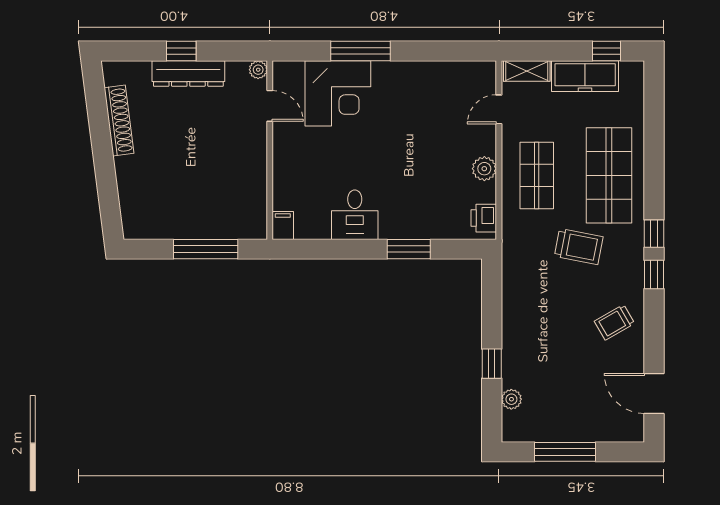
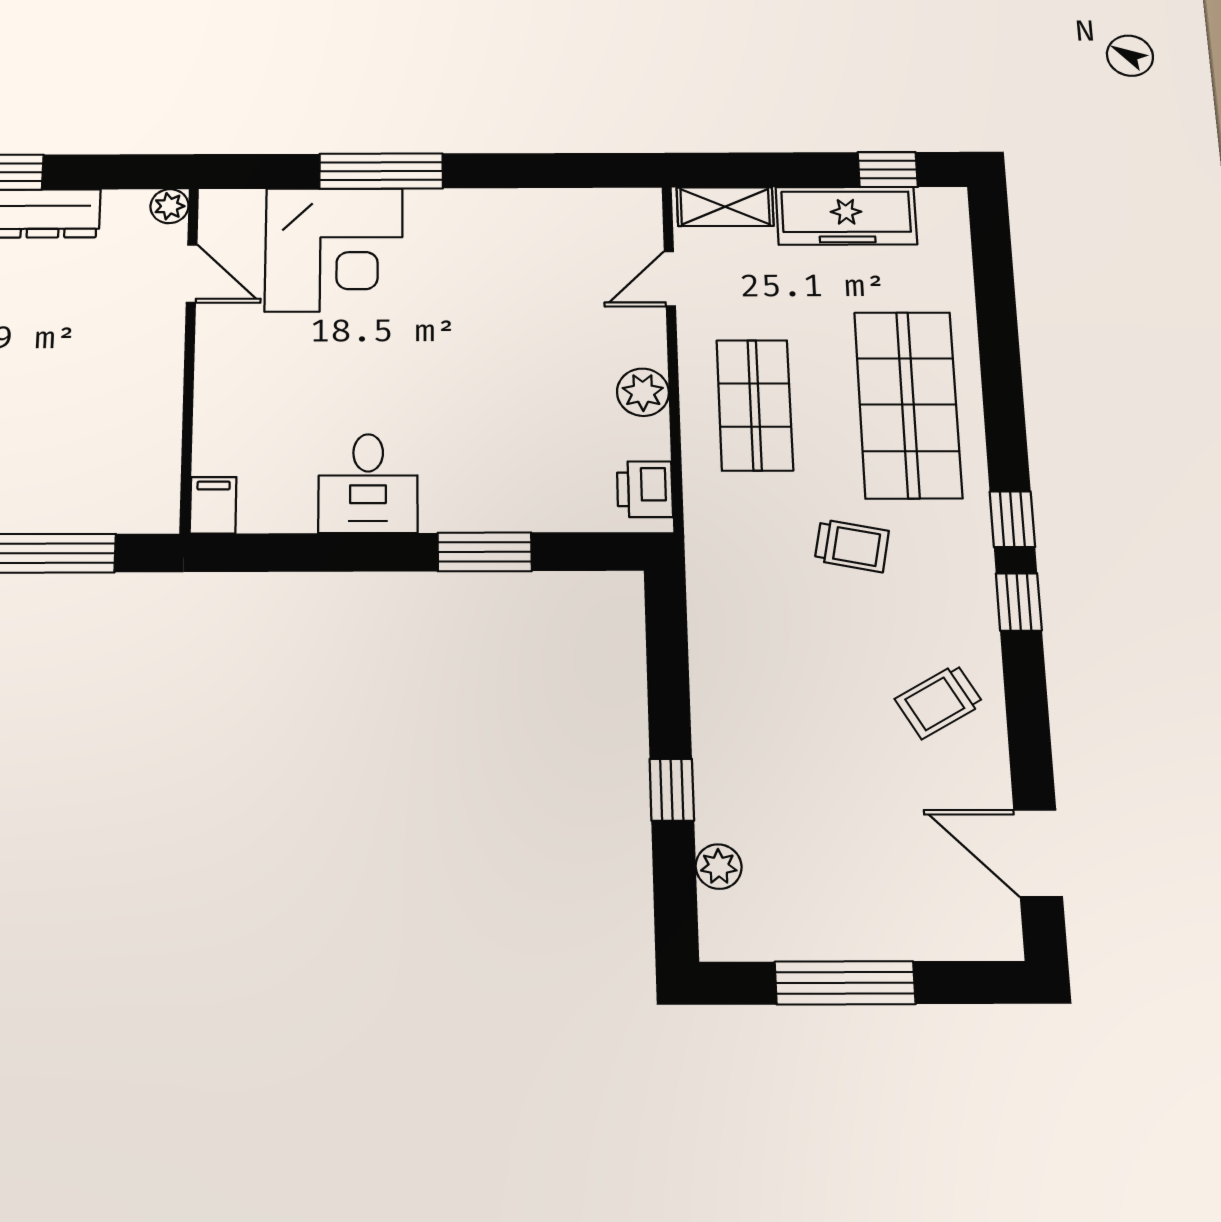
trolley: (579, 247) -> (852, 546), width x0.73, depth x0.72

